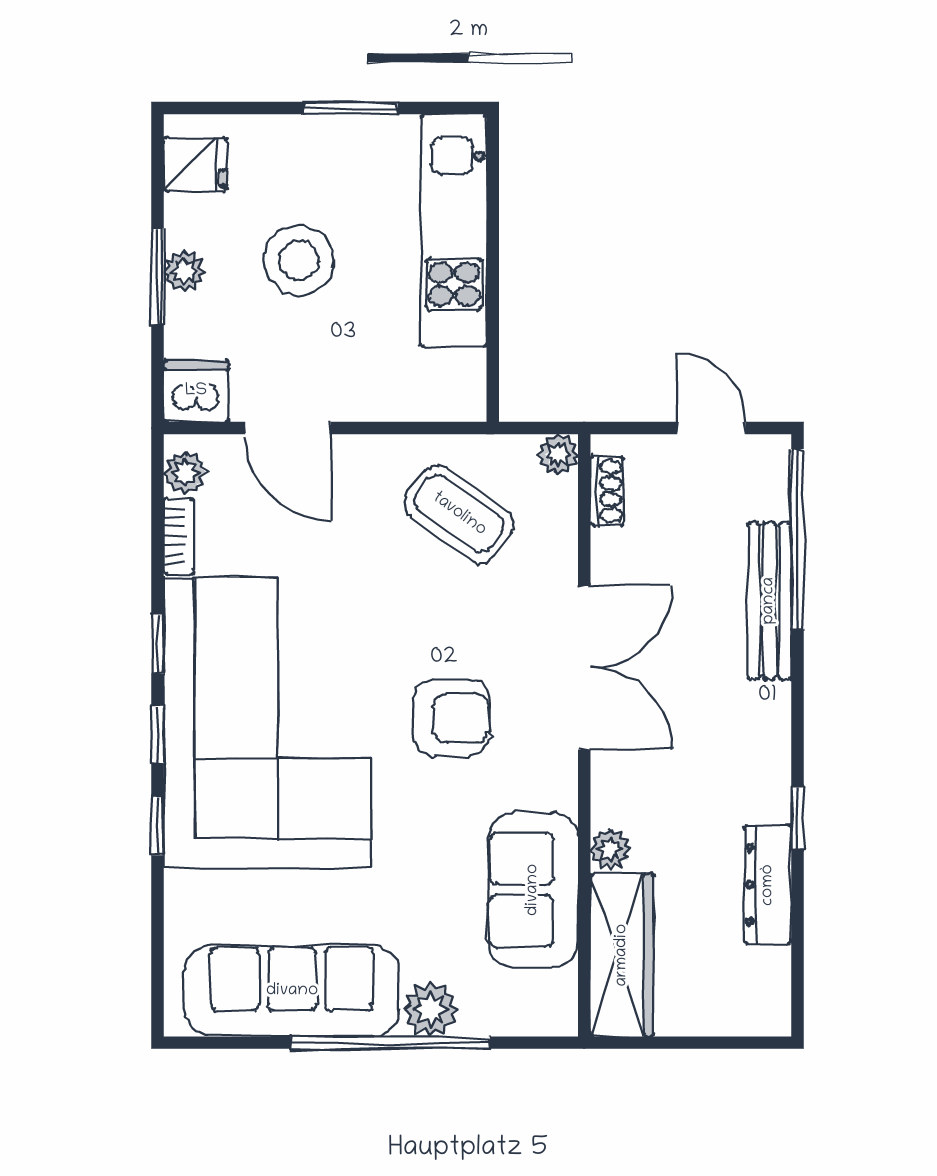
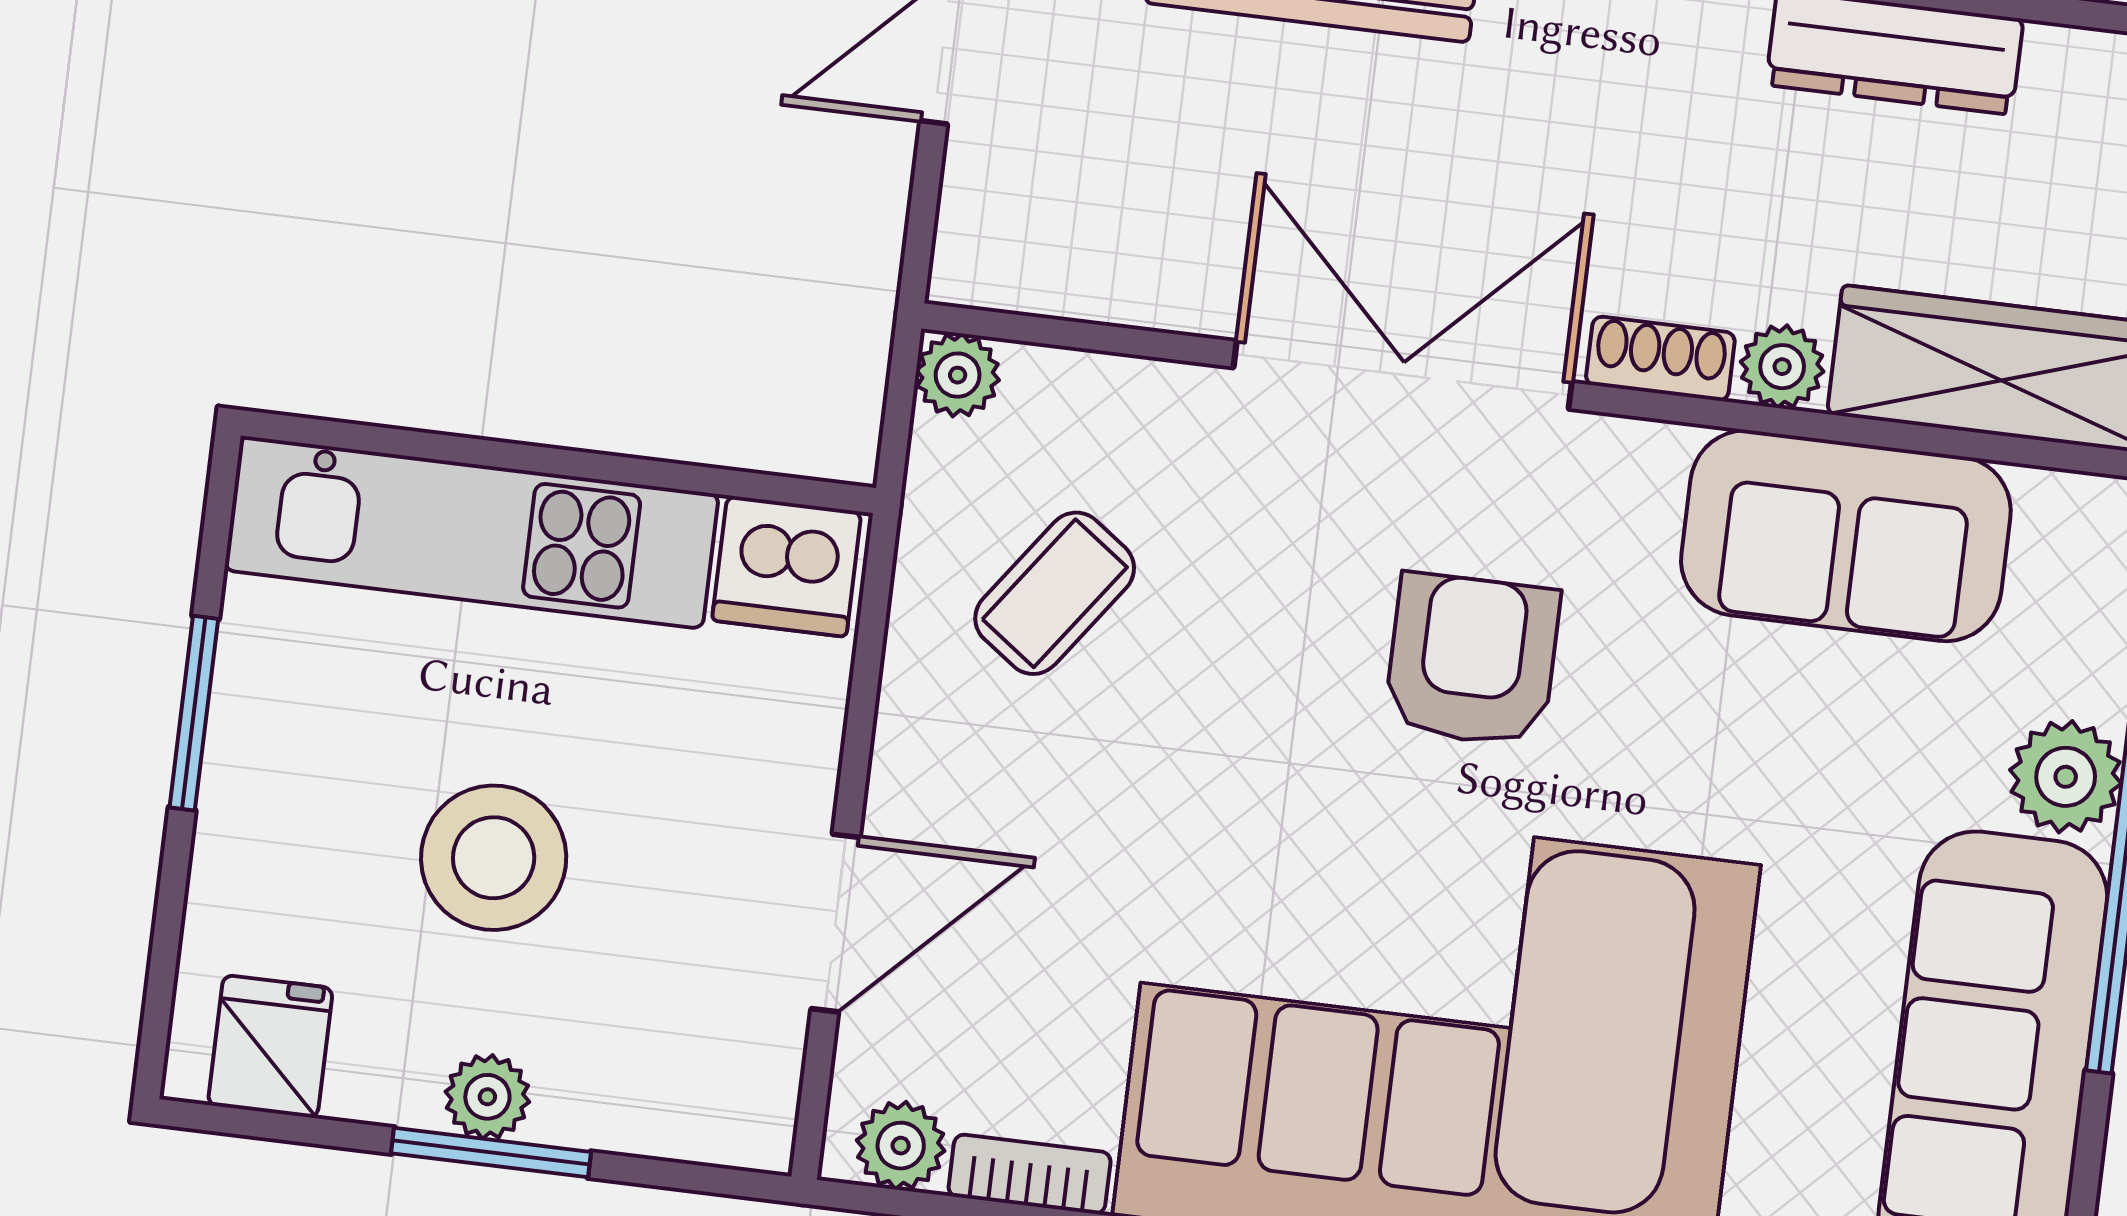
dishwasher: (196, 391) -> (787, 566), moved, turned -90
shoe rack: (607, 491) -> (1660, 359), moved
coffee table: (459, 514) -> (1055, 593), width x0.73, depth x0.77

